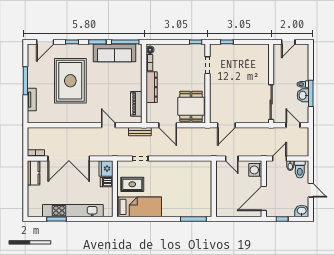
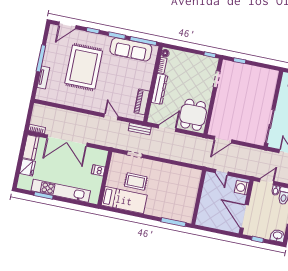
door: (168, 125) -> (167, 128), swing flipped
fridge: (106, 169) -> (27, 167), moved, turned 180
rug: (132, 184) -> (136, 181), moved
door: (264, 198) -> (244, 216), hinge flipped

